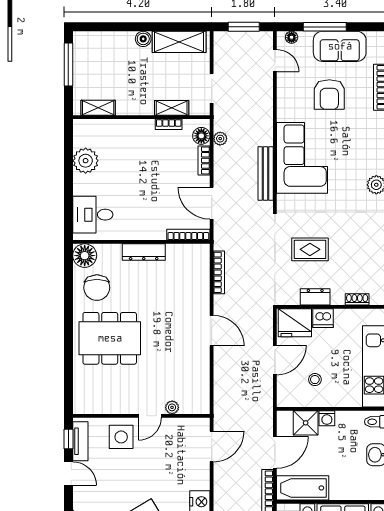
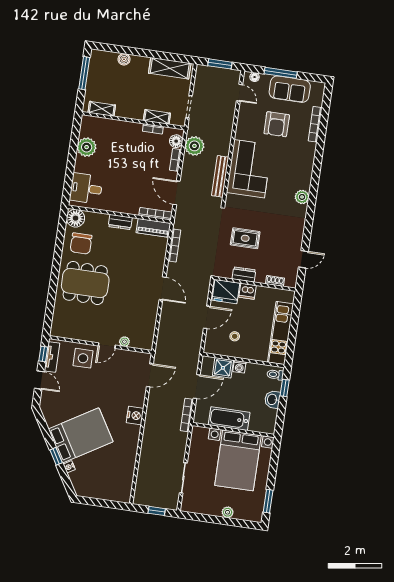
boiler: (143, 39) -> (124, 59), moved
plant: (220, 139) -> (194, 146), width x1.88, depth x1.88
dresser: (144, 252) -> (120, 222), width x0.70
piano: (188, 253) -> (153, 228), added
bathtub: (303, 488) -> (229, 419), moved

